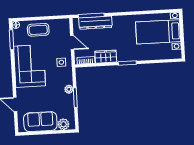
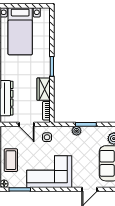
door: (72, 43) -> (27, 124), swing flipped

